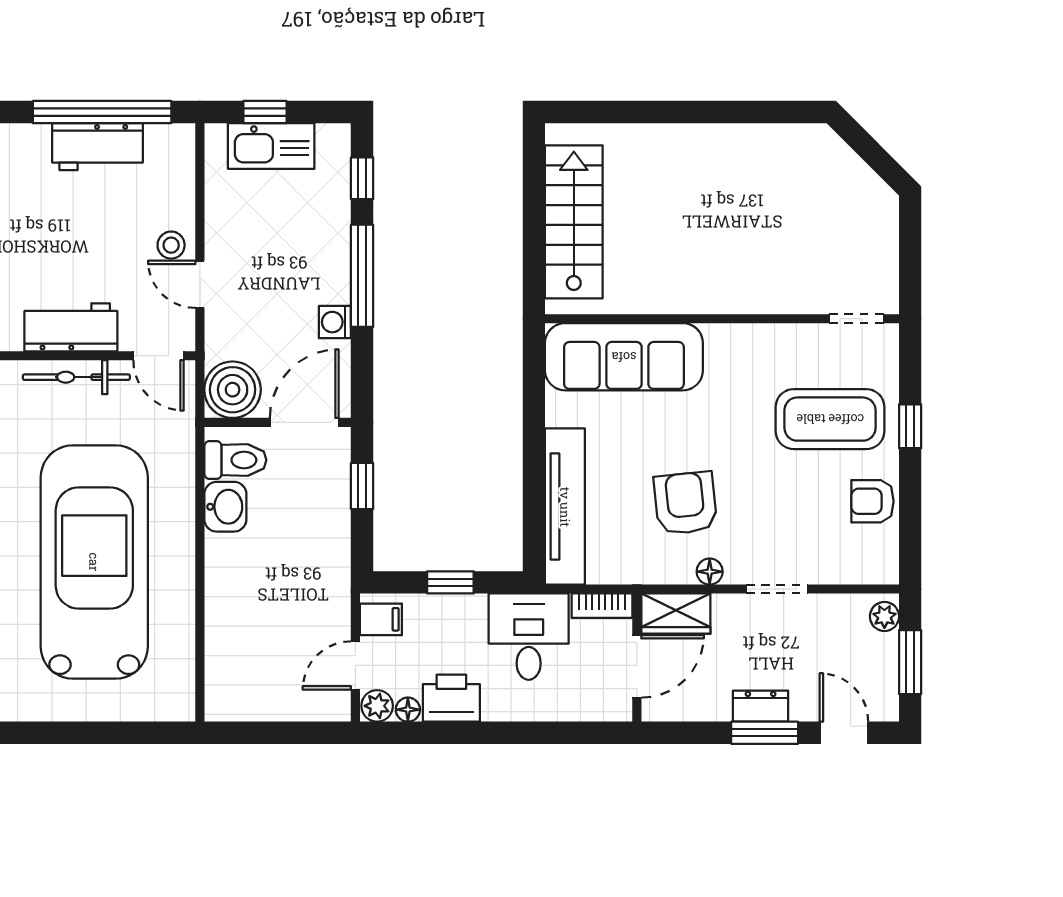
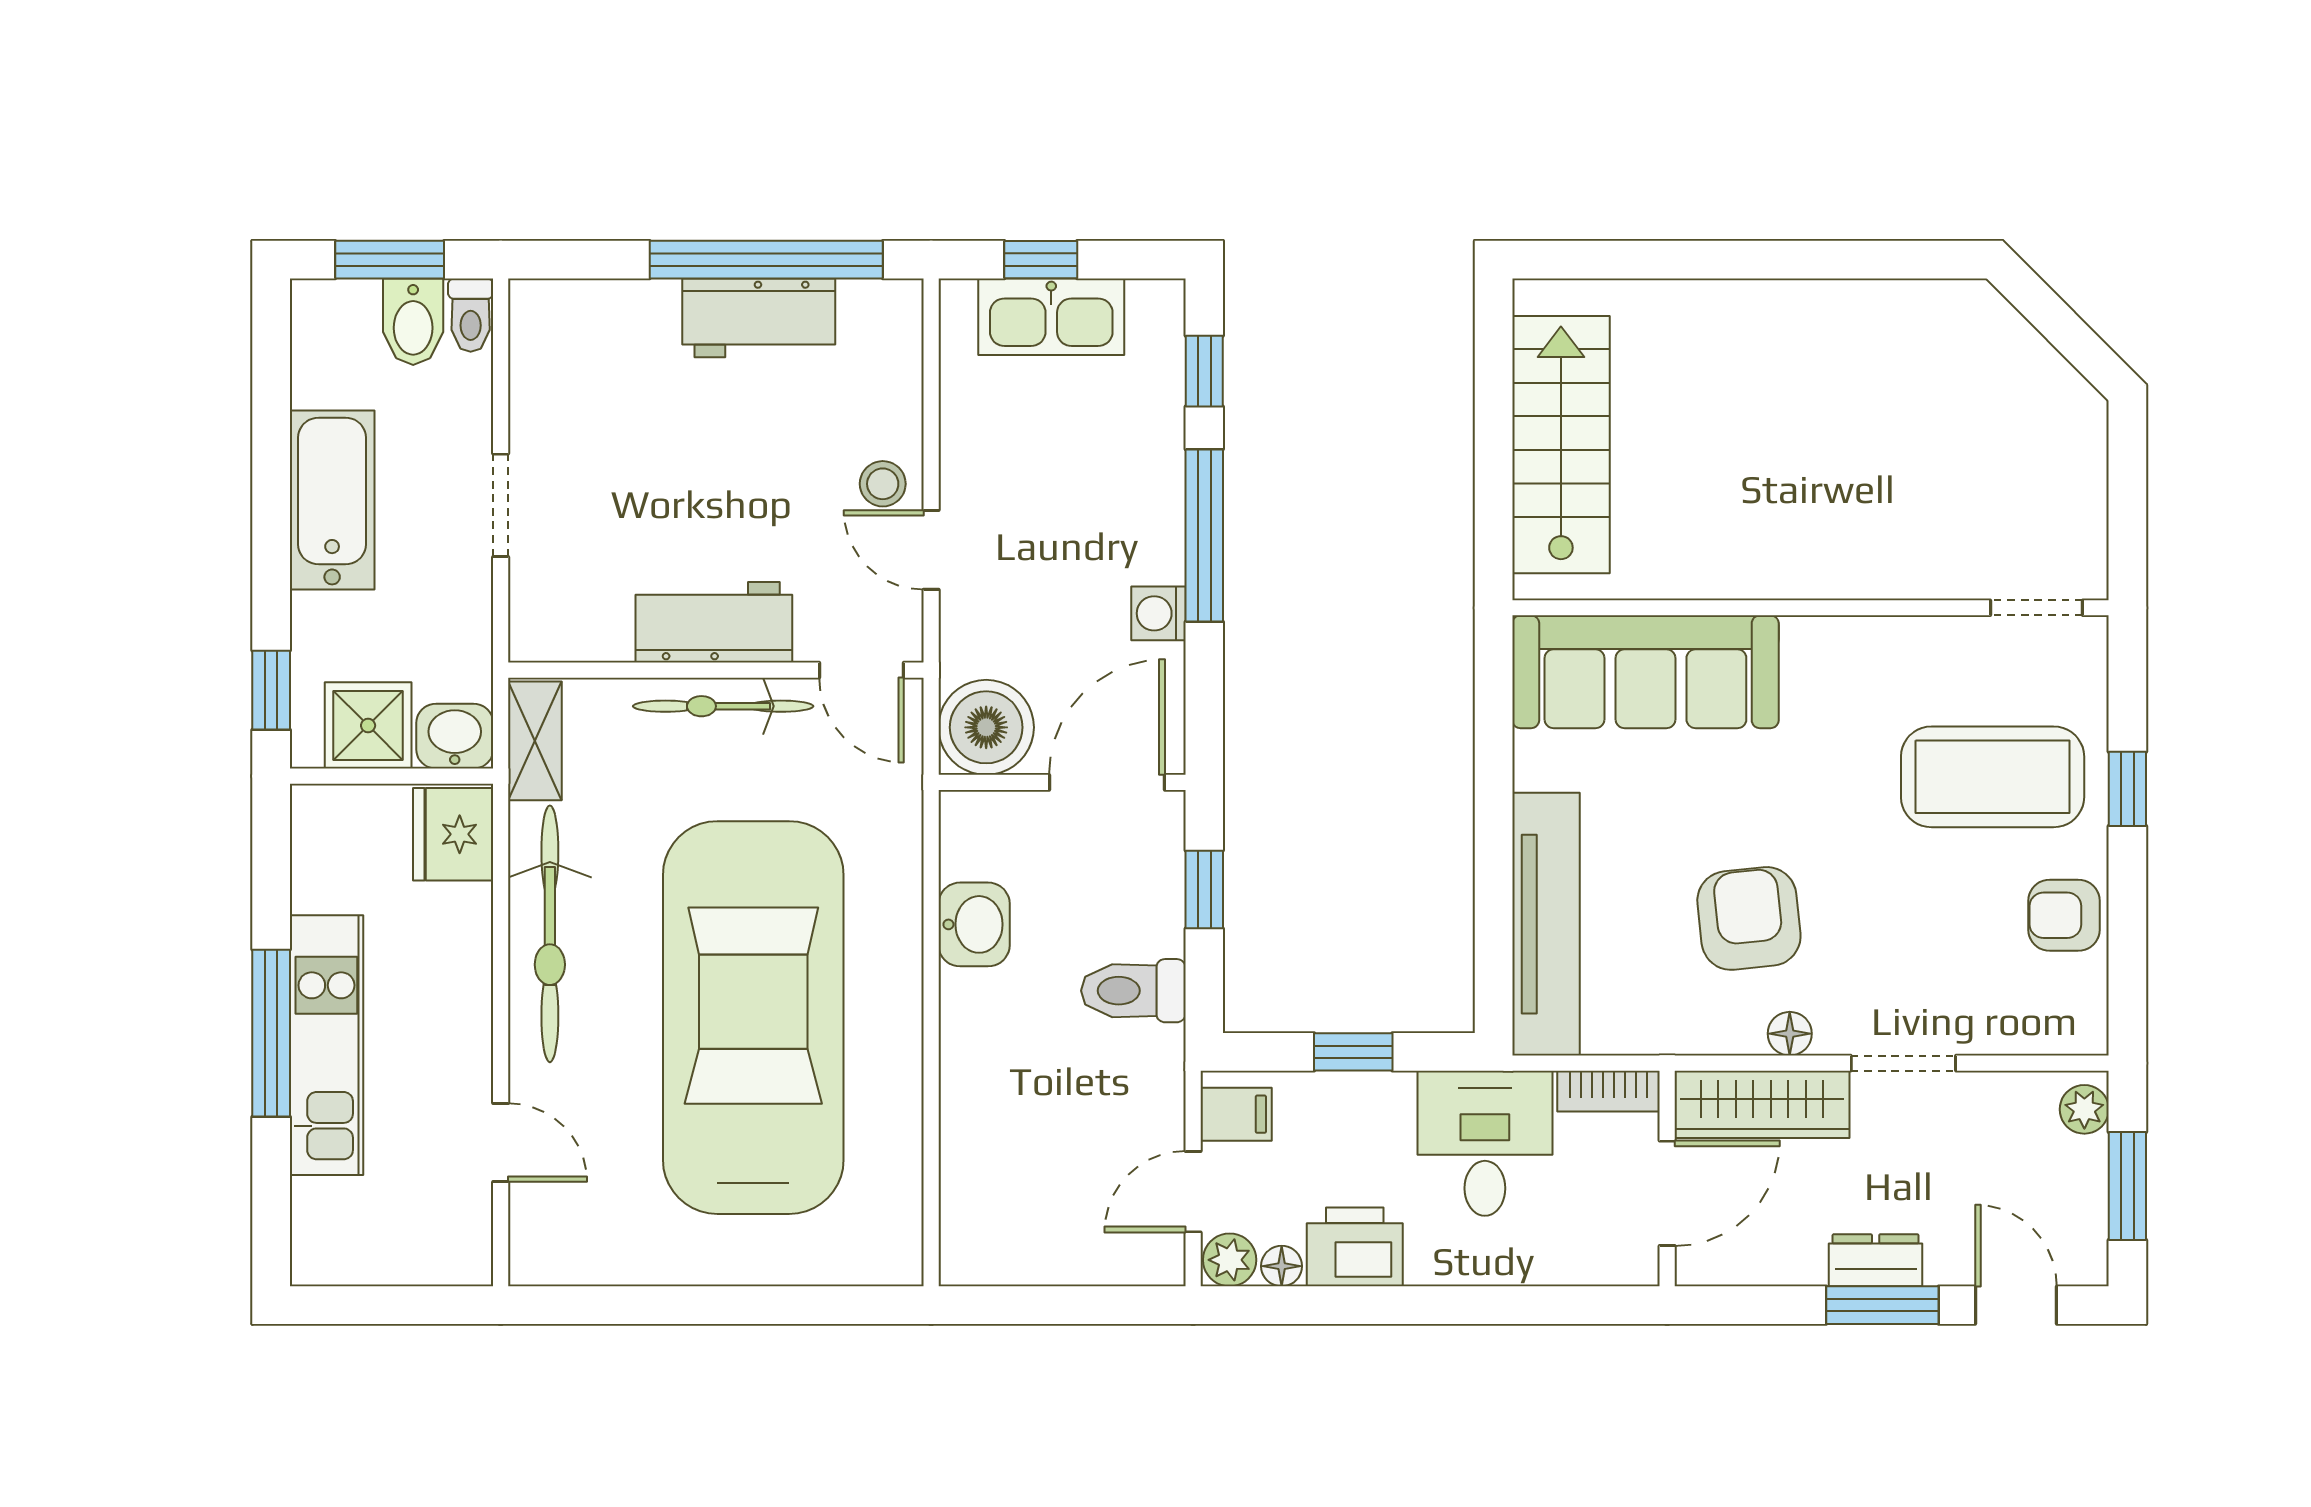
toilet: (235, 460) -> (1133, 991), moved, turned 180
wardrobe: (676, 614) -> (1762, 1104), width x1.50

